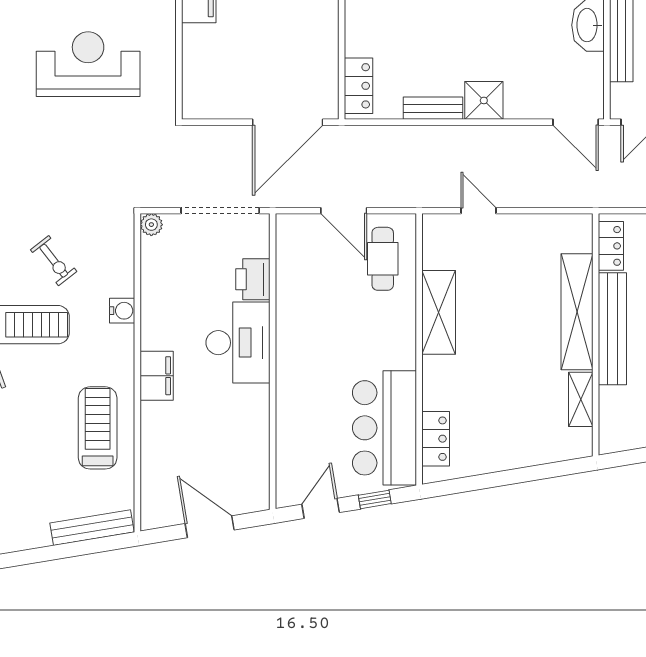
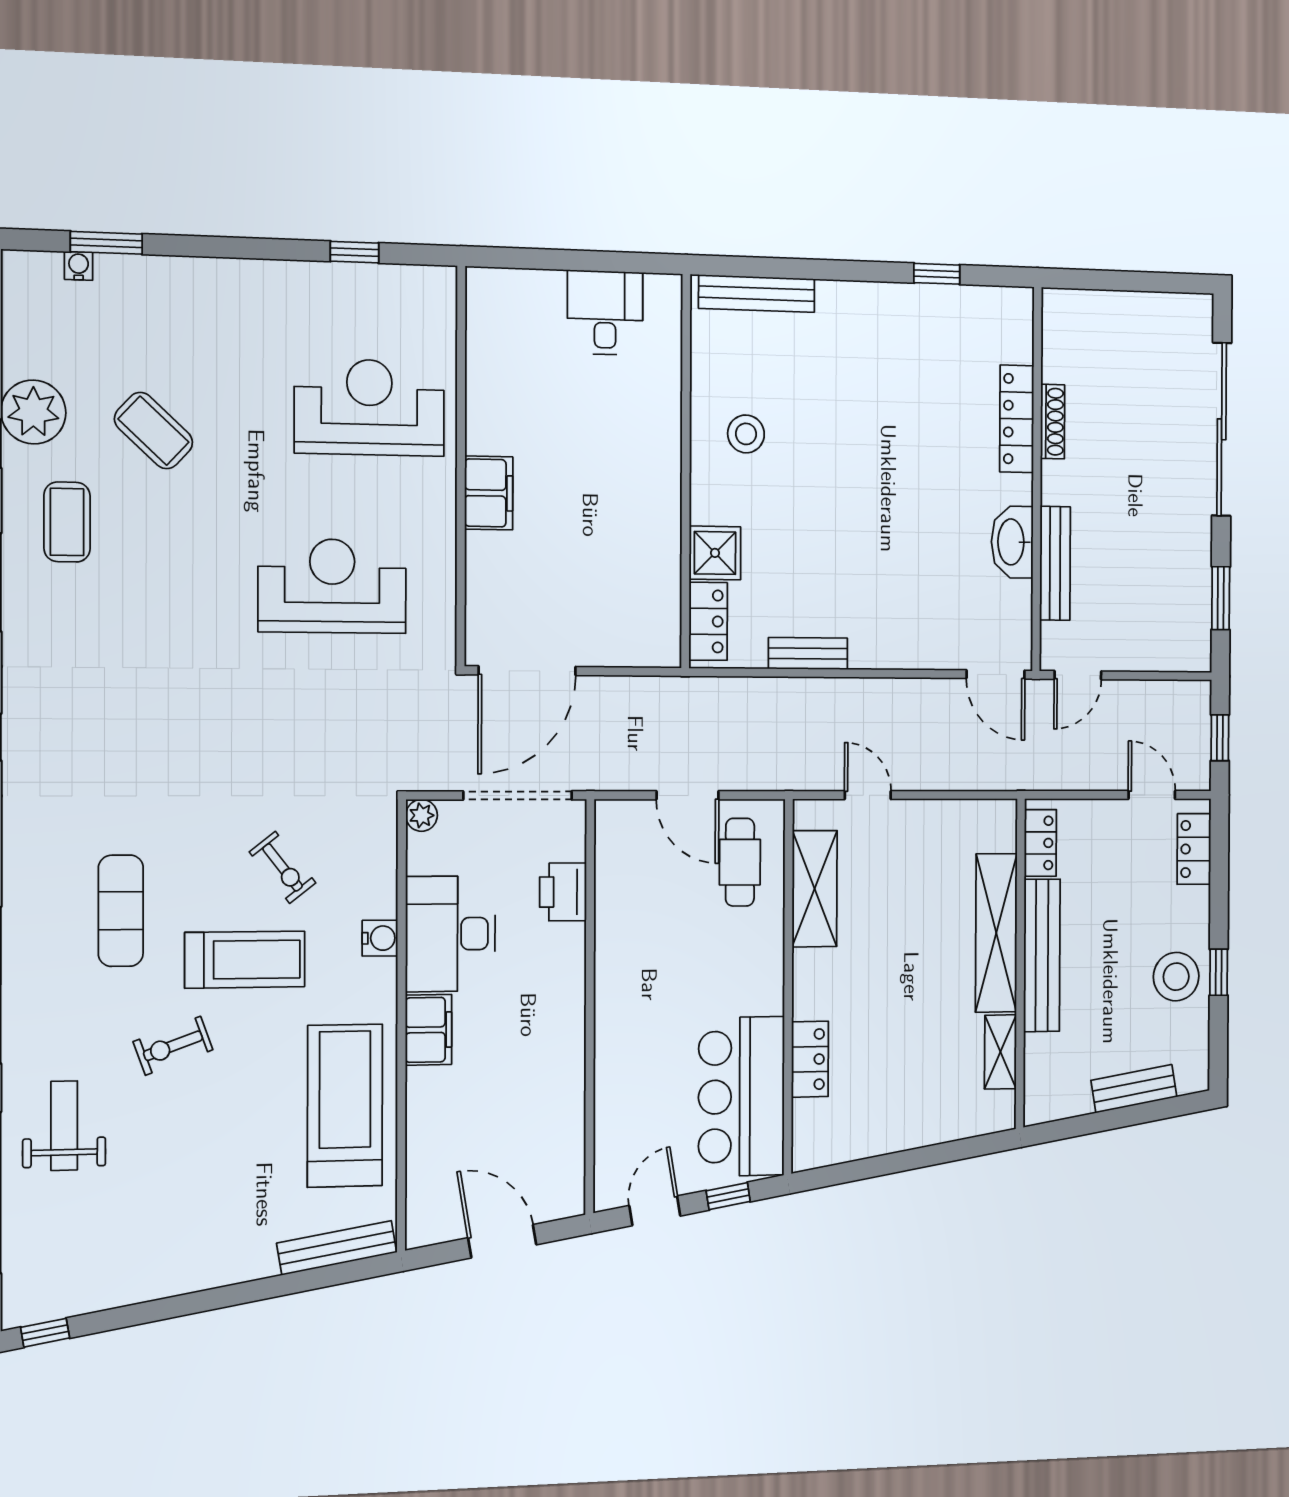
shower: (484, 100) -> (715, 553), moved
door: (288, 122) -> (527, 671), moved
shelving: (439, 312) -> (815, 889), moved
desk: (238, 343) -> (450, 934), moved, turned 180
treadmill: (98, 428) -> (345, 1106), width x1.37, depth x1.38
locker: (436, 439) -> (810, 1059), moved

